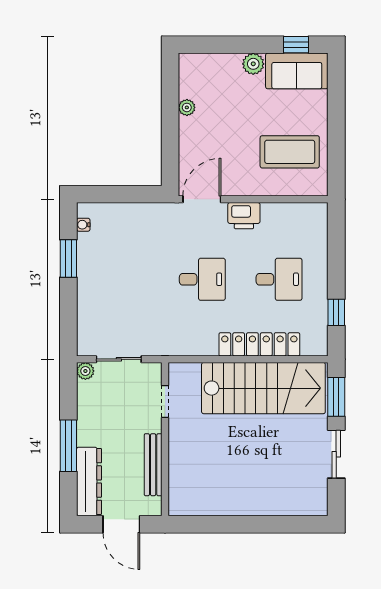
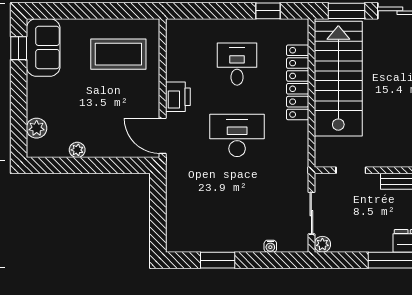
plant: (253, 64) -> (37, 128), moved
coffee table: (290, 152) -> (118, 54), turned 90
water cooler: (83, 225) -> (270, 246), moved
desk: (202, 279) -> (237, 135), width x1.37

